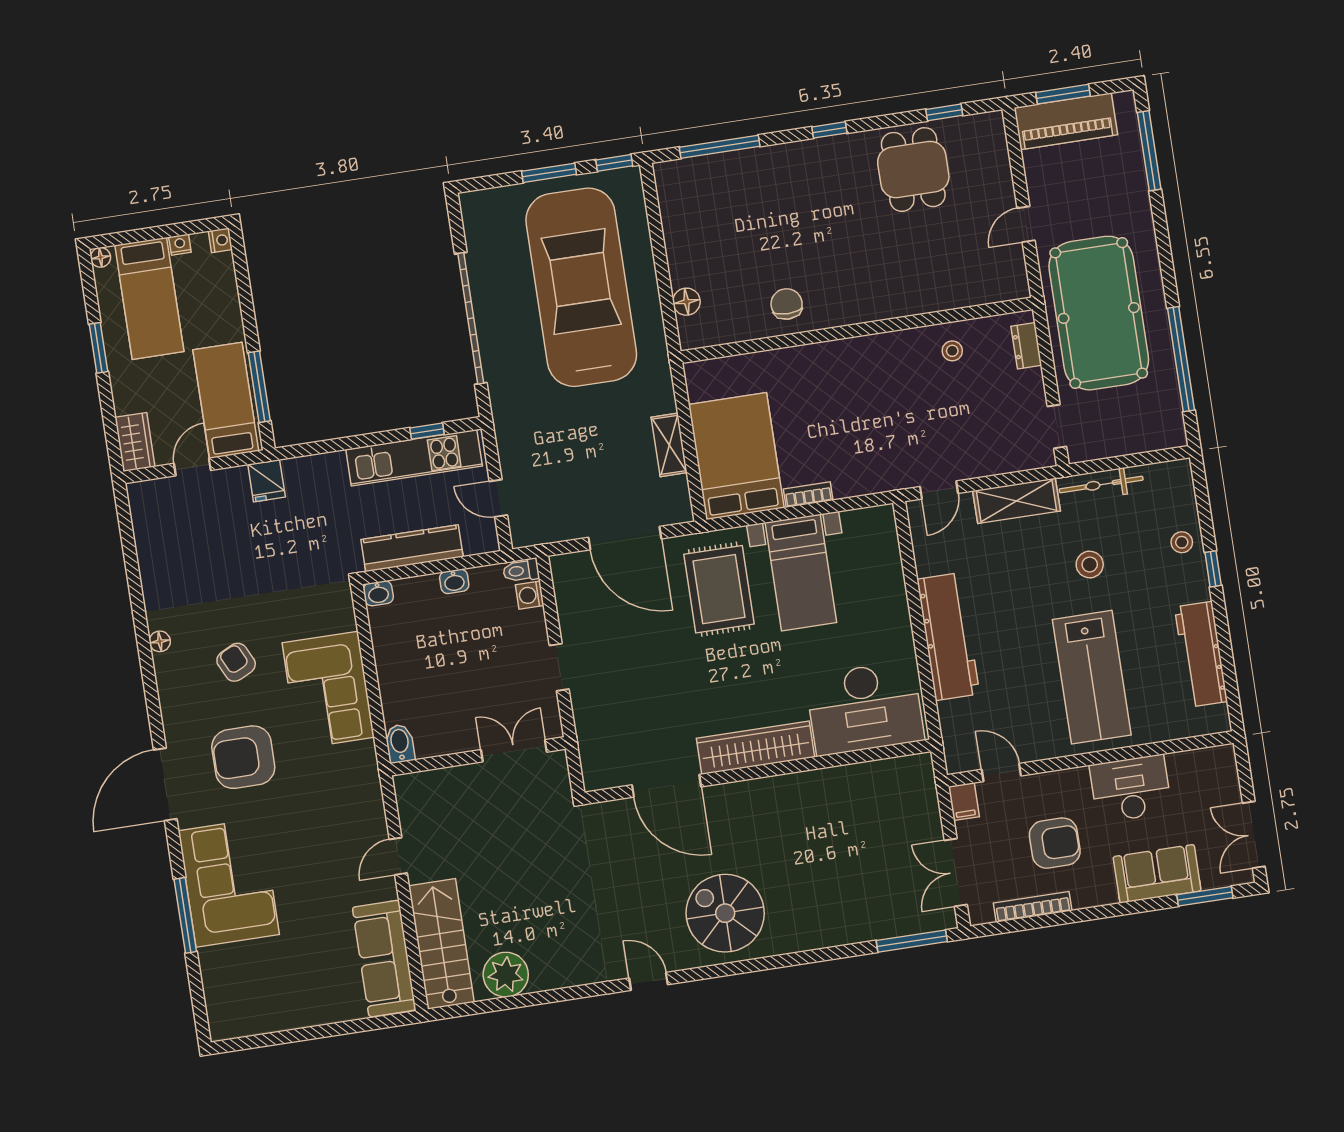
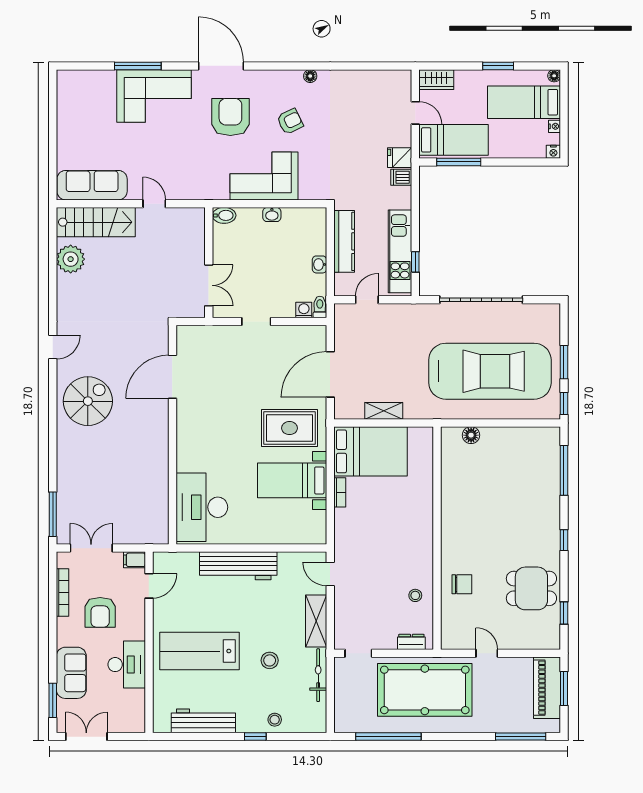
chair: (787, 304) -> (462, 584), moved
dishwasher: (297, 474) -> (401, 177), added
washbasin: (378, 593) -> (272, 215), moved, turned -90
wardrobe: (756, 748) -> (188, 436), removed

